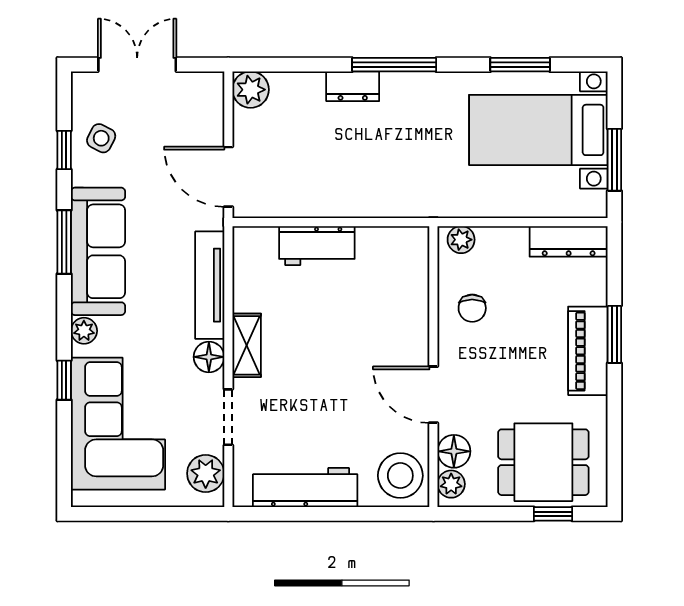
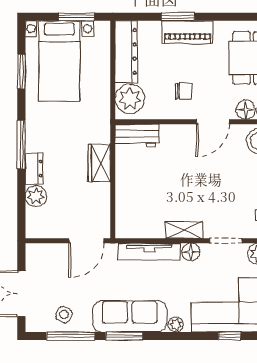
plant: (251, 90) -> (36, 196), moved
window: (64, 150) -> (71, 336), width x2.17
wardrobe: (362, 199) -> (99, 163), added
plant: (461, 240) -> (130, 99), width x1.88, depth x1.88
dresser: (569, 241) -> (126, 52), width x1.37, depth x1.24
workbench: (317, 246) -> (137, 135), moved, turned 90
chair: (472, 308) -> (184, 91), moved
window: (64, 380) -> (230, 336), moved

